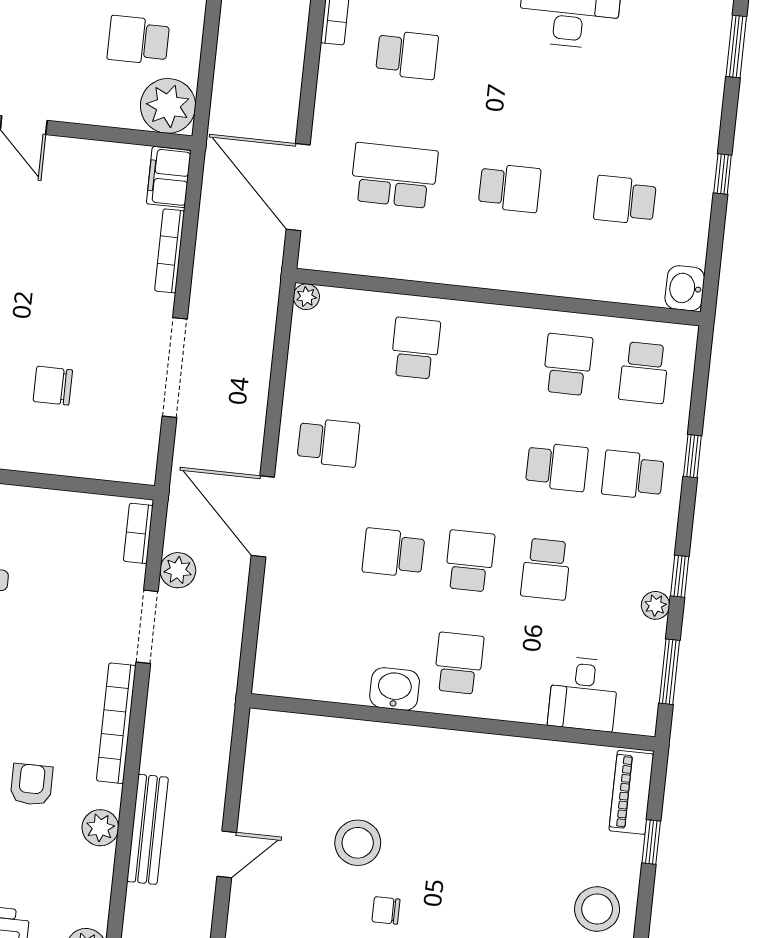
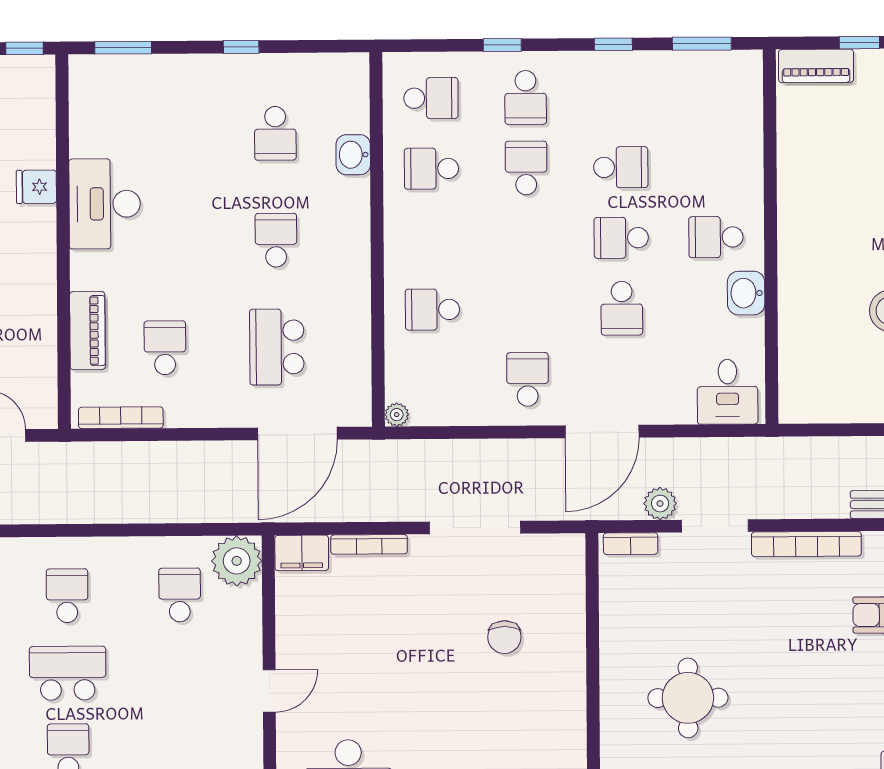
school desk: (138, 40) -> (180, 595), turned 180
washbasin: (685, 288) -> (353, 155), moved, turned 90
plant: (655, 605) -> (643, 63), removed
desk: (583, 694) -> (727, 392), moved, turned 90

